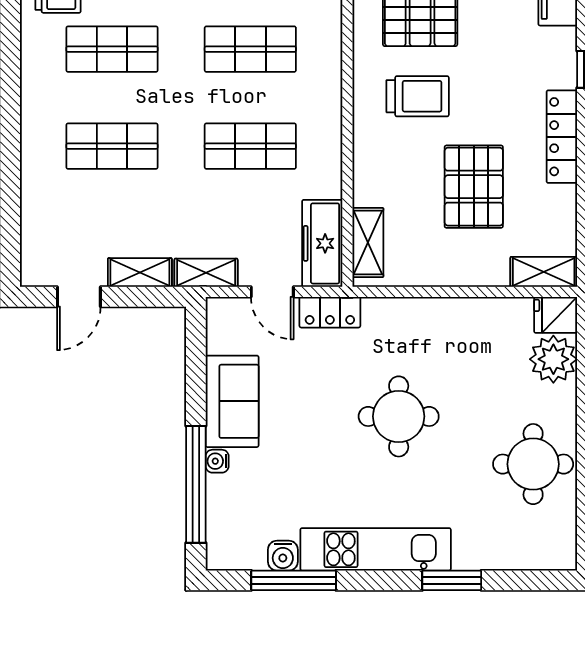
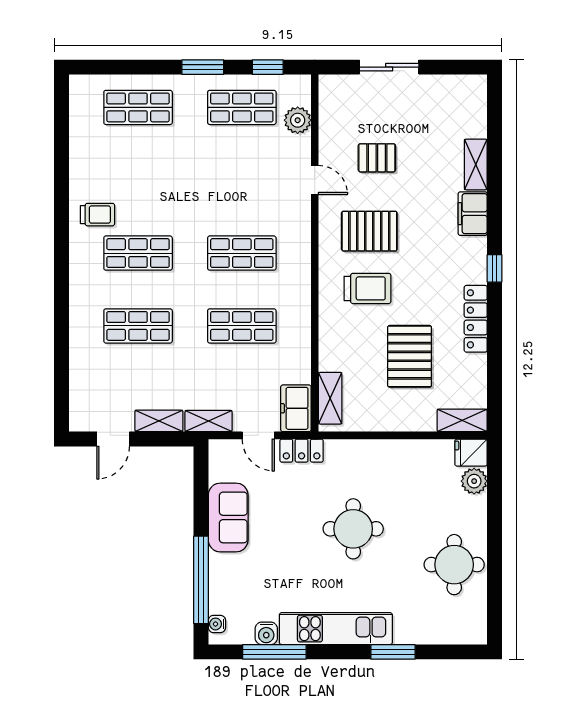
freezer: (322, 243) -> (296, 408), width x0.71
plant: (553, 359) -> (474, 481), width x0.73, depth x0.73
water cooler: (217, 461) -> (217, 624), moved

